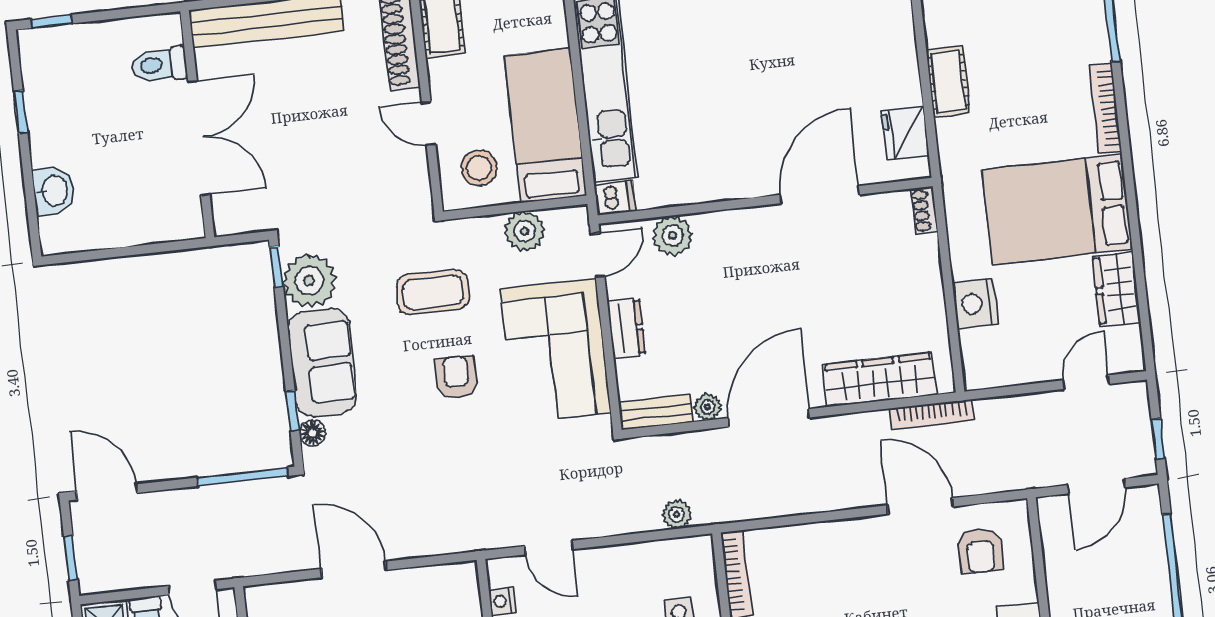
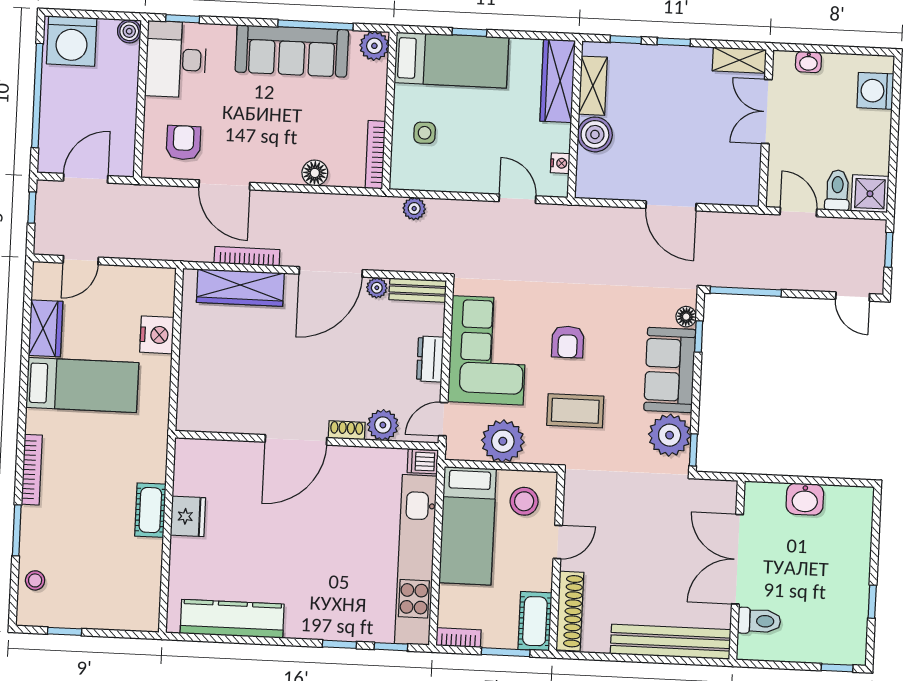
door: (429, 123) -> (558, 542), hinge flipped
fridge: (905, 133) -> (188, 516), moved
washbasin: (54, 191) -> (805, 499), moved, turned -90
door: (820, 195) -> (296, 440), moved
bed: (1057, 209) -> (82, 385), width x0.67
shoe rack: (924, 210) -> (347, 430), moved, turned -90
plant: (525, 231) -> (503, 441), width x1.36, depth x1.36
bookcase: (932, 414) -> (247, 256), moved
door: (107, 492) -> (853, 297), width x0.73
floor lamp: (809, 539) -> (315, 173), added

